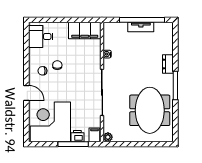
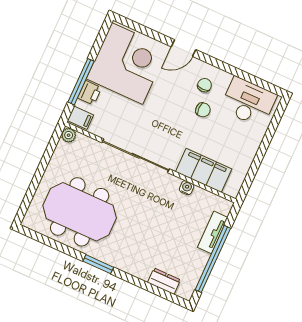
tv unit: (141, 27) -> (213, 232), moved
filing cabinet: (85, 30) -> (204, 170), moved, turned 90
desk: (41, 37) -> (248, 102), width x1.37
dresser: (168, 64) -> (164, 281), moved
window: (175, 85) -> (98, 264), width x0.69

